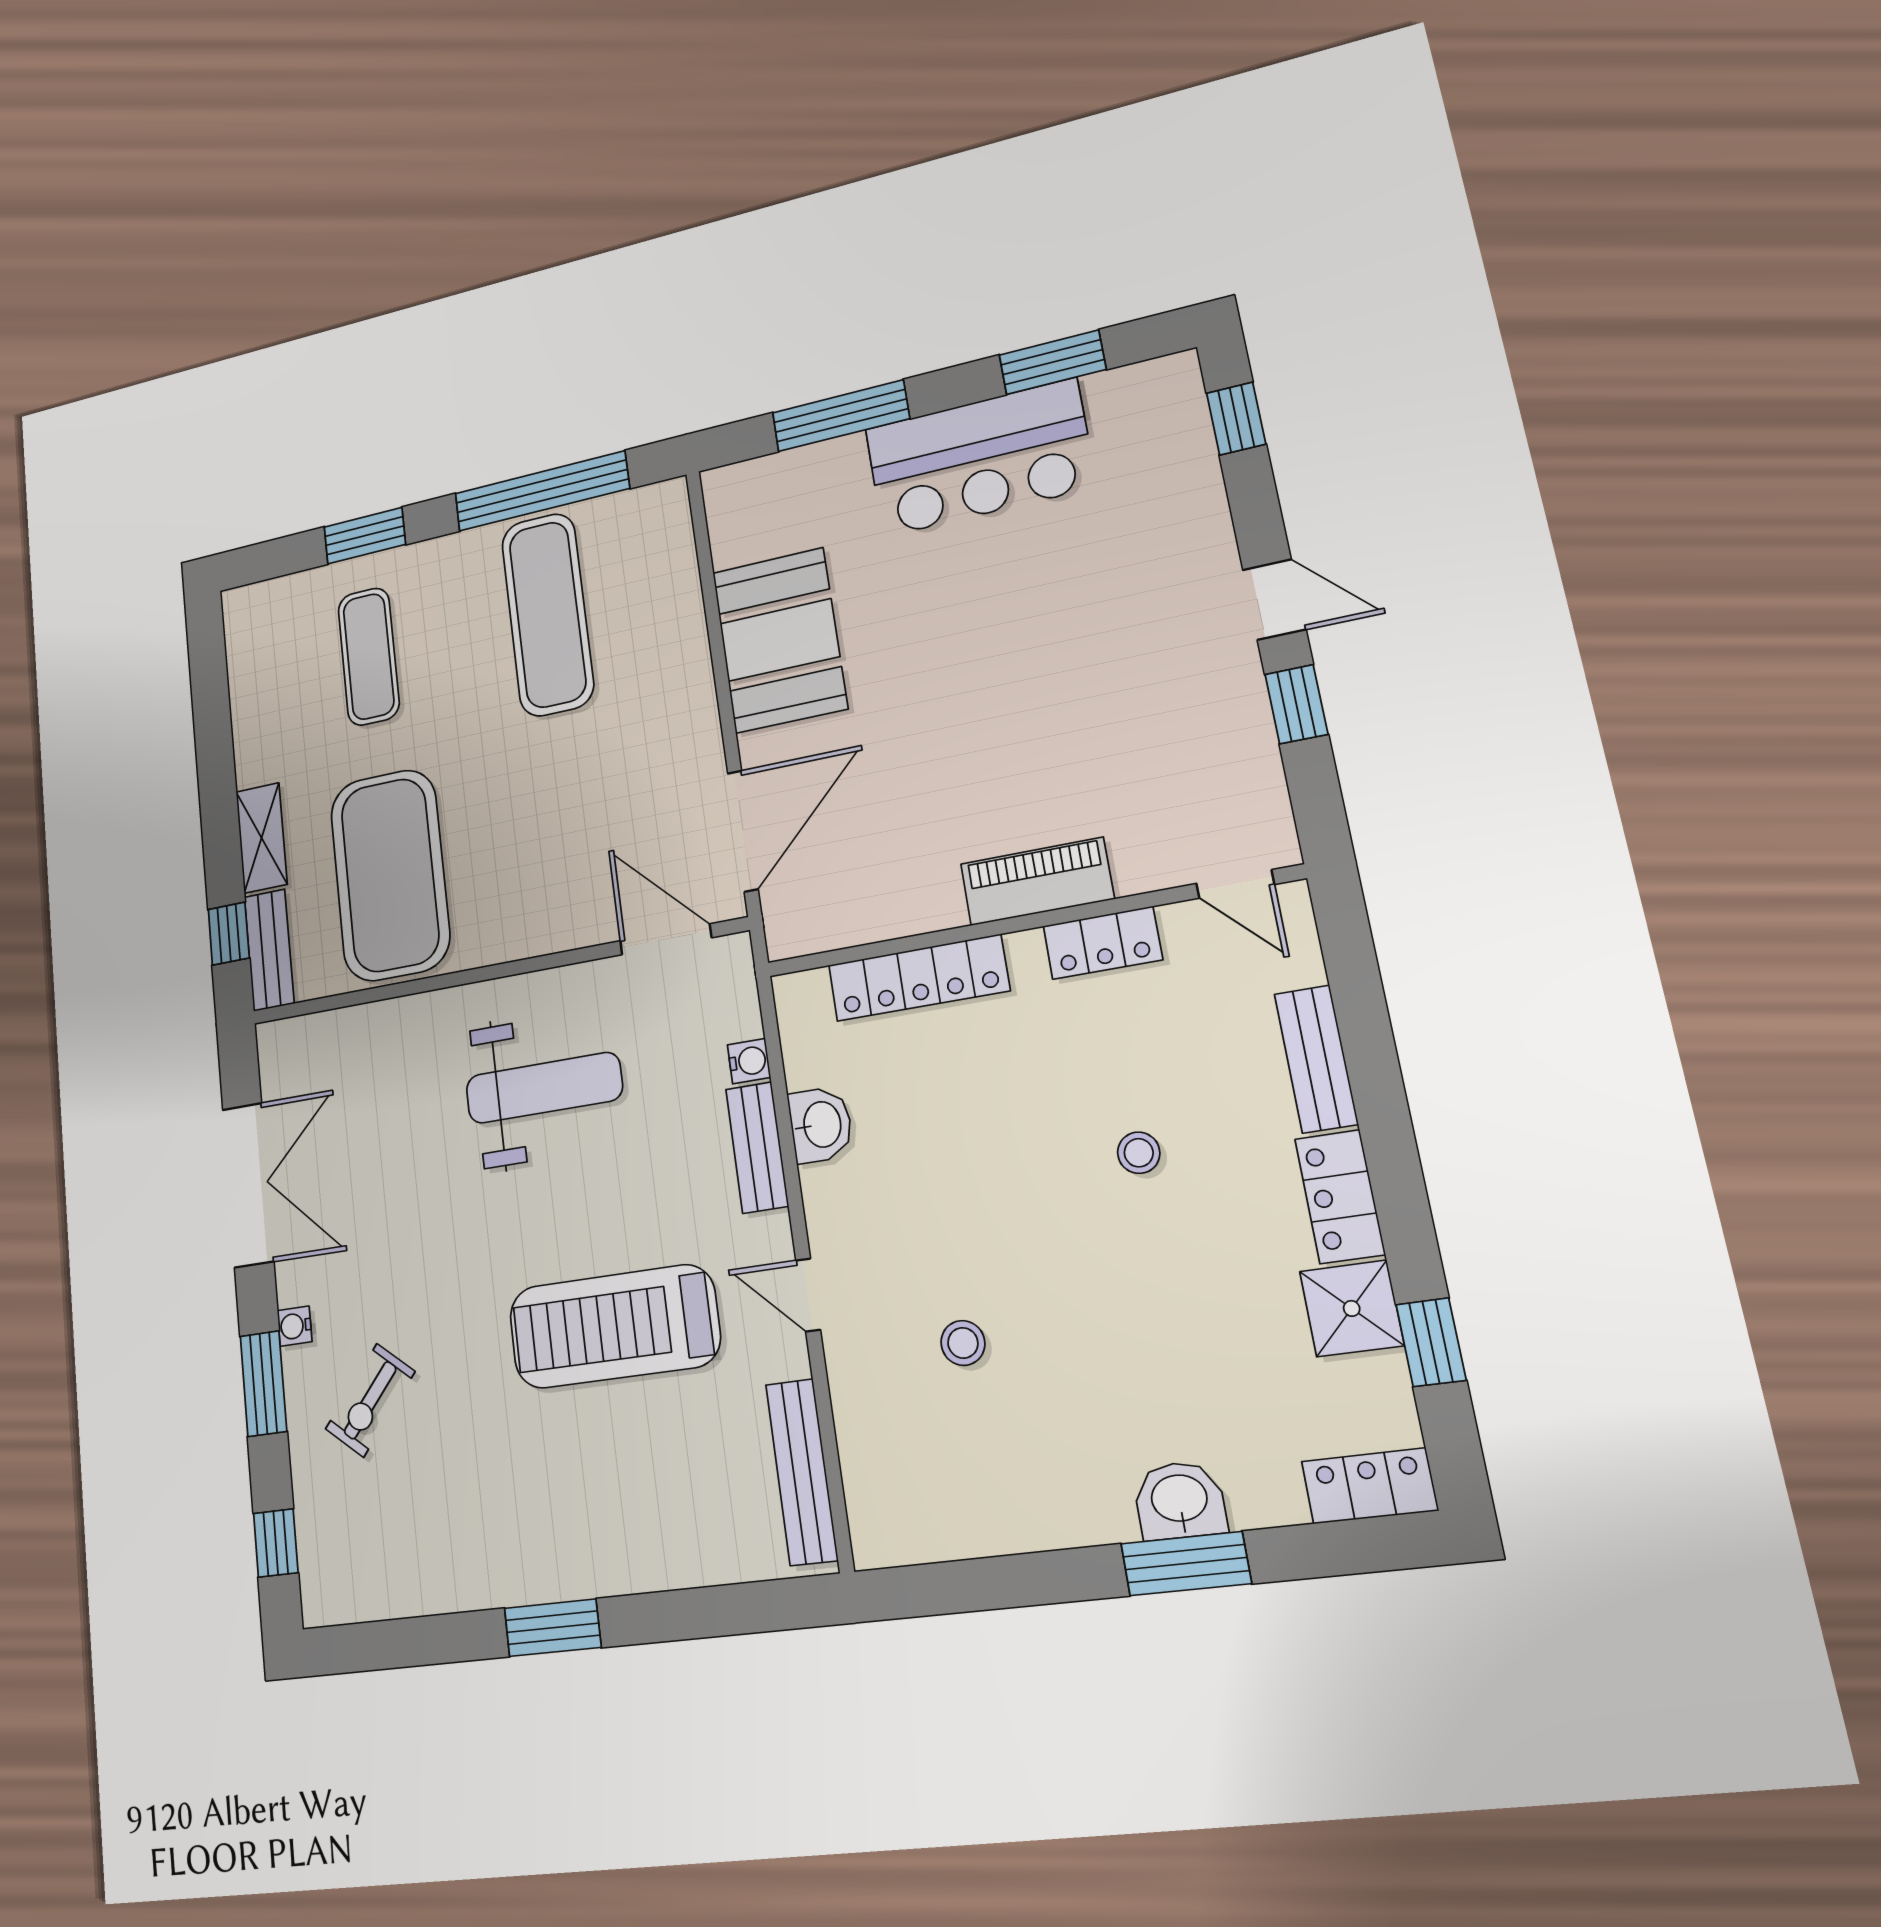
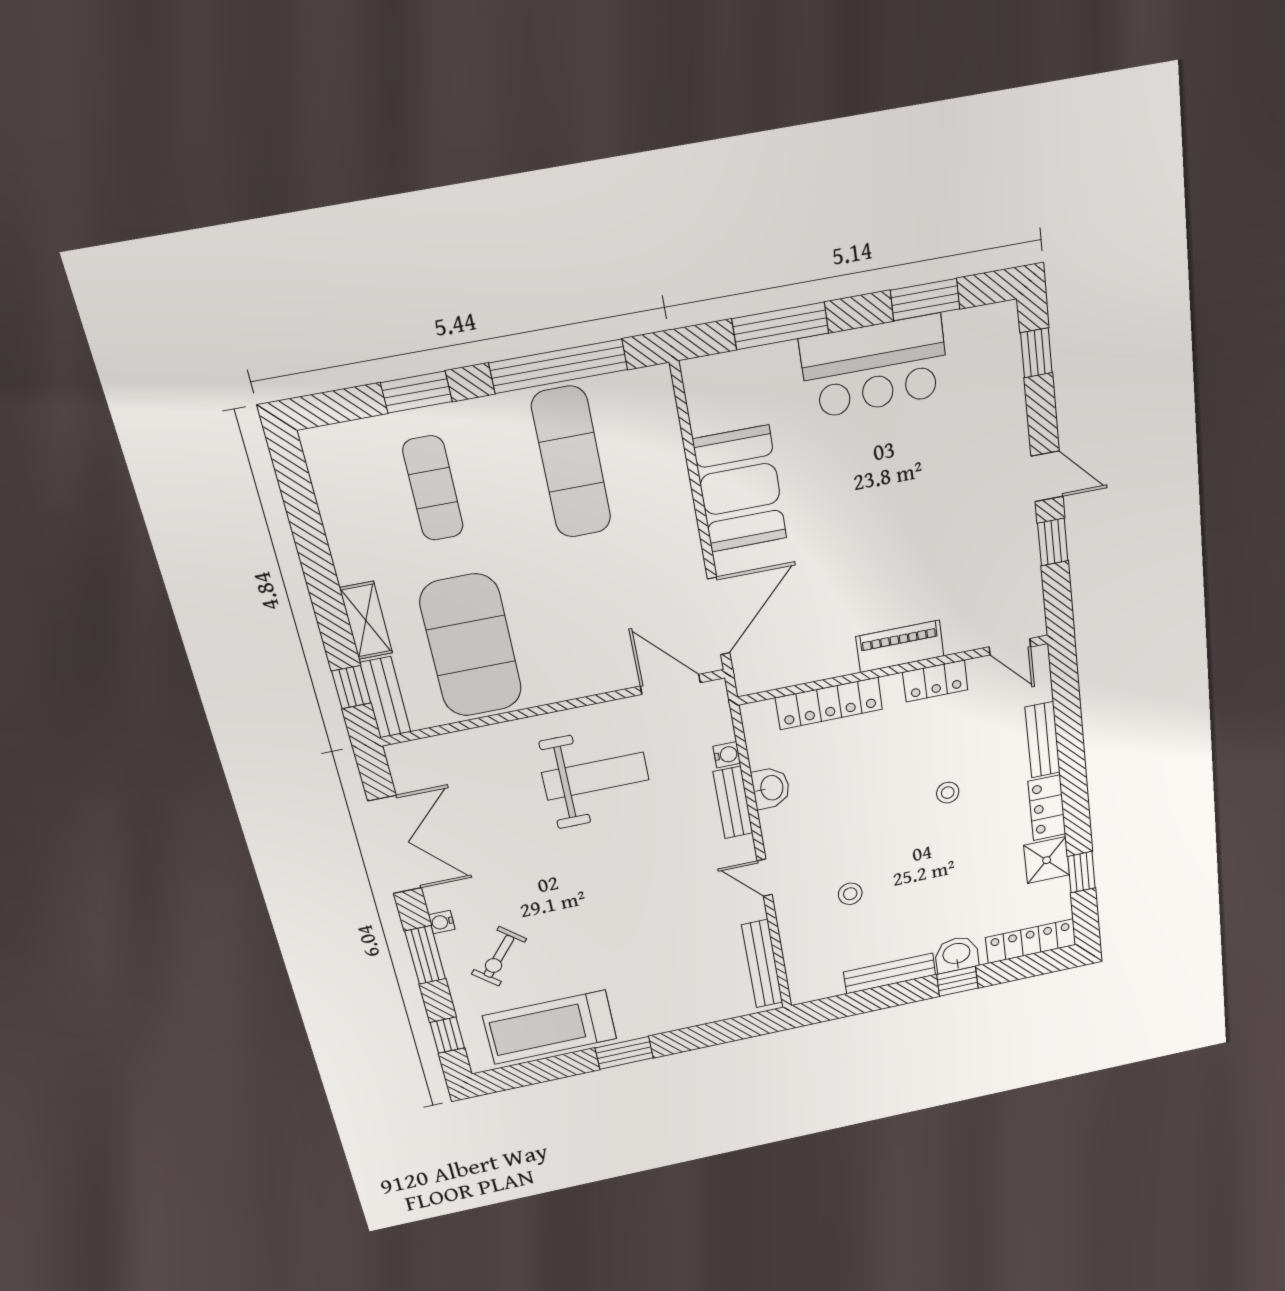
treadmill: (614, 1327) -> (550, 1027), moved
locker: (1369, 1486) -> (1031, 941), width x1.53
bench: (1045, 1526) -> (890, 973), added
window: (1186, 1564) -> (957, 981), width x0.67

